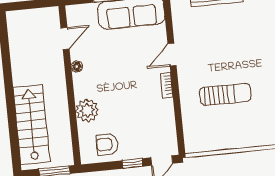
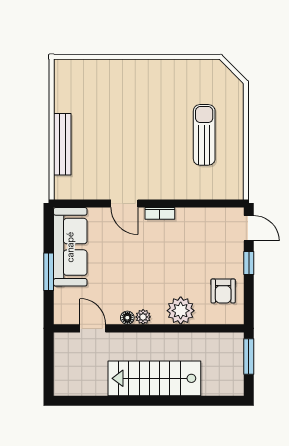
plant: (79, 80) -> (143, 317), added
sun lounger: (225, 94) -> (204, 135), moved
stairs: (32, 125) -> (154, 378), moved

